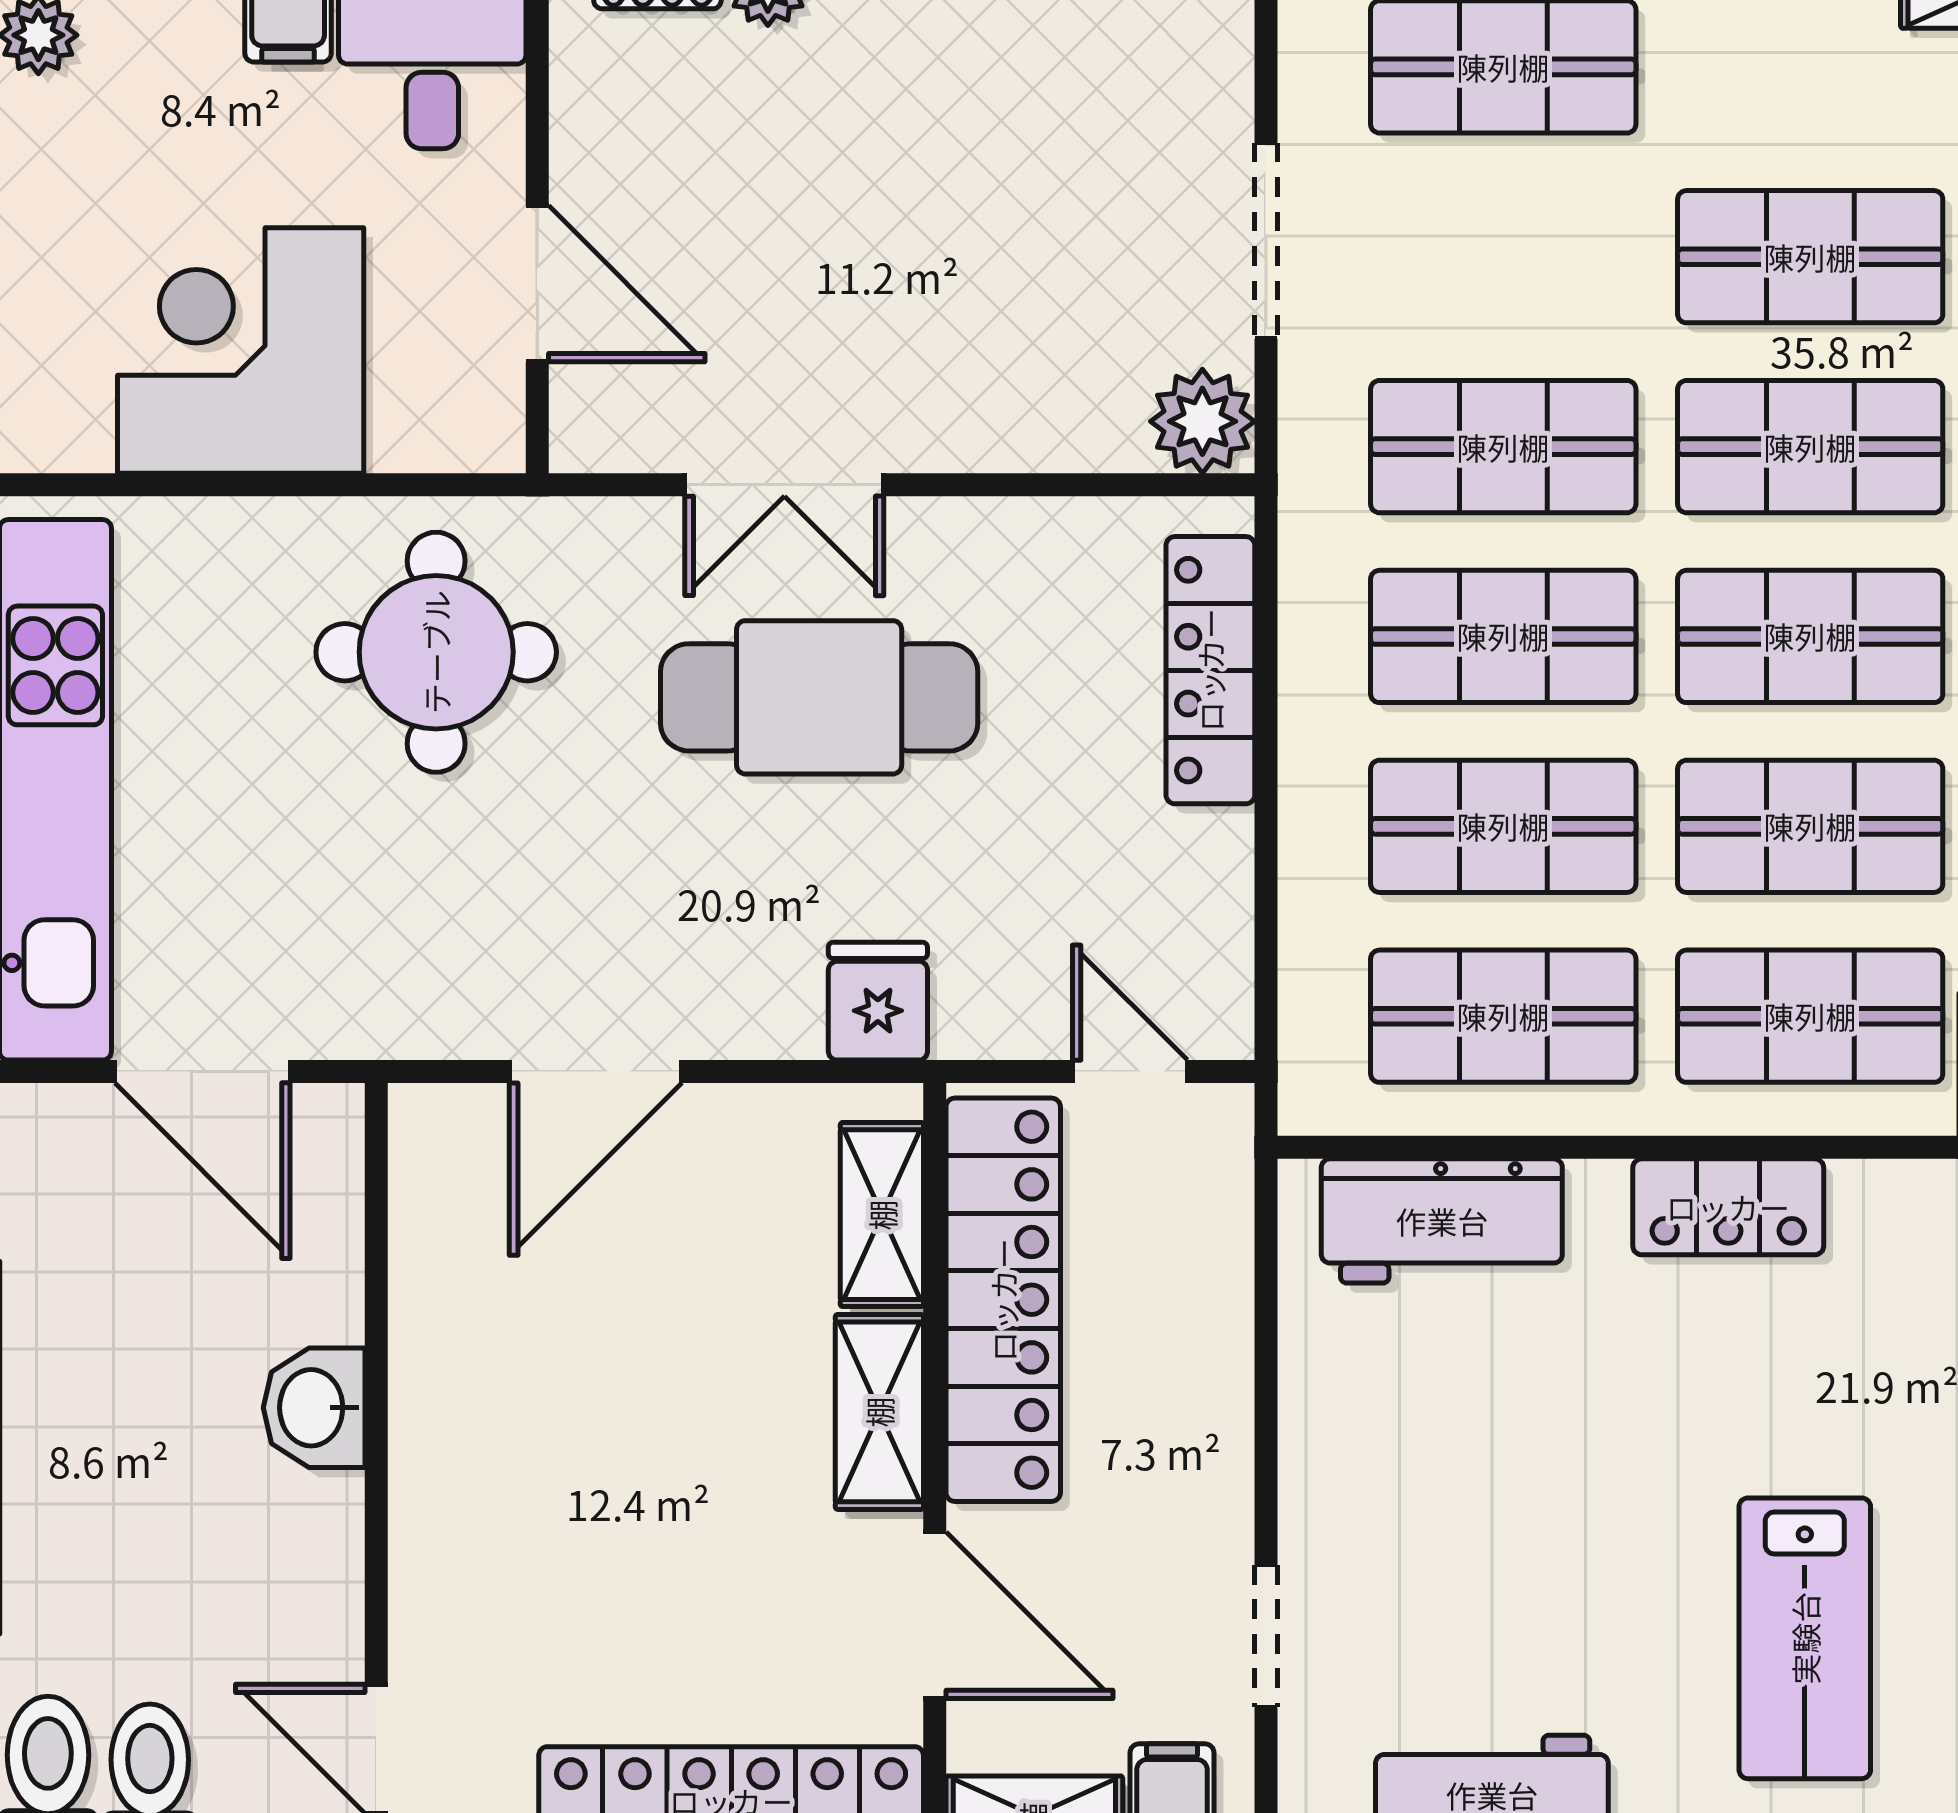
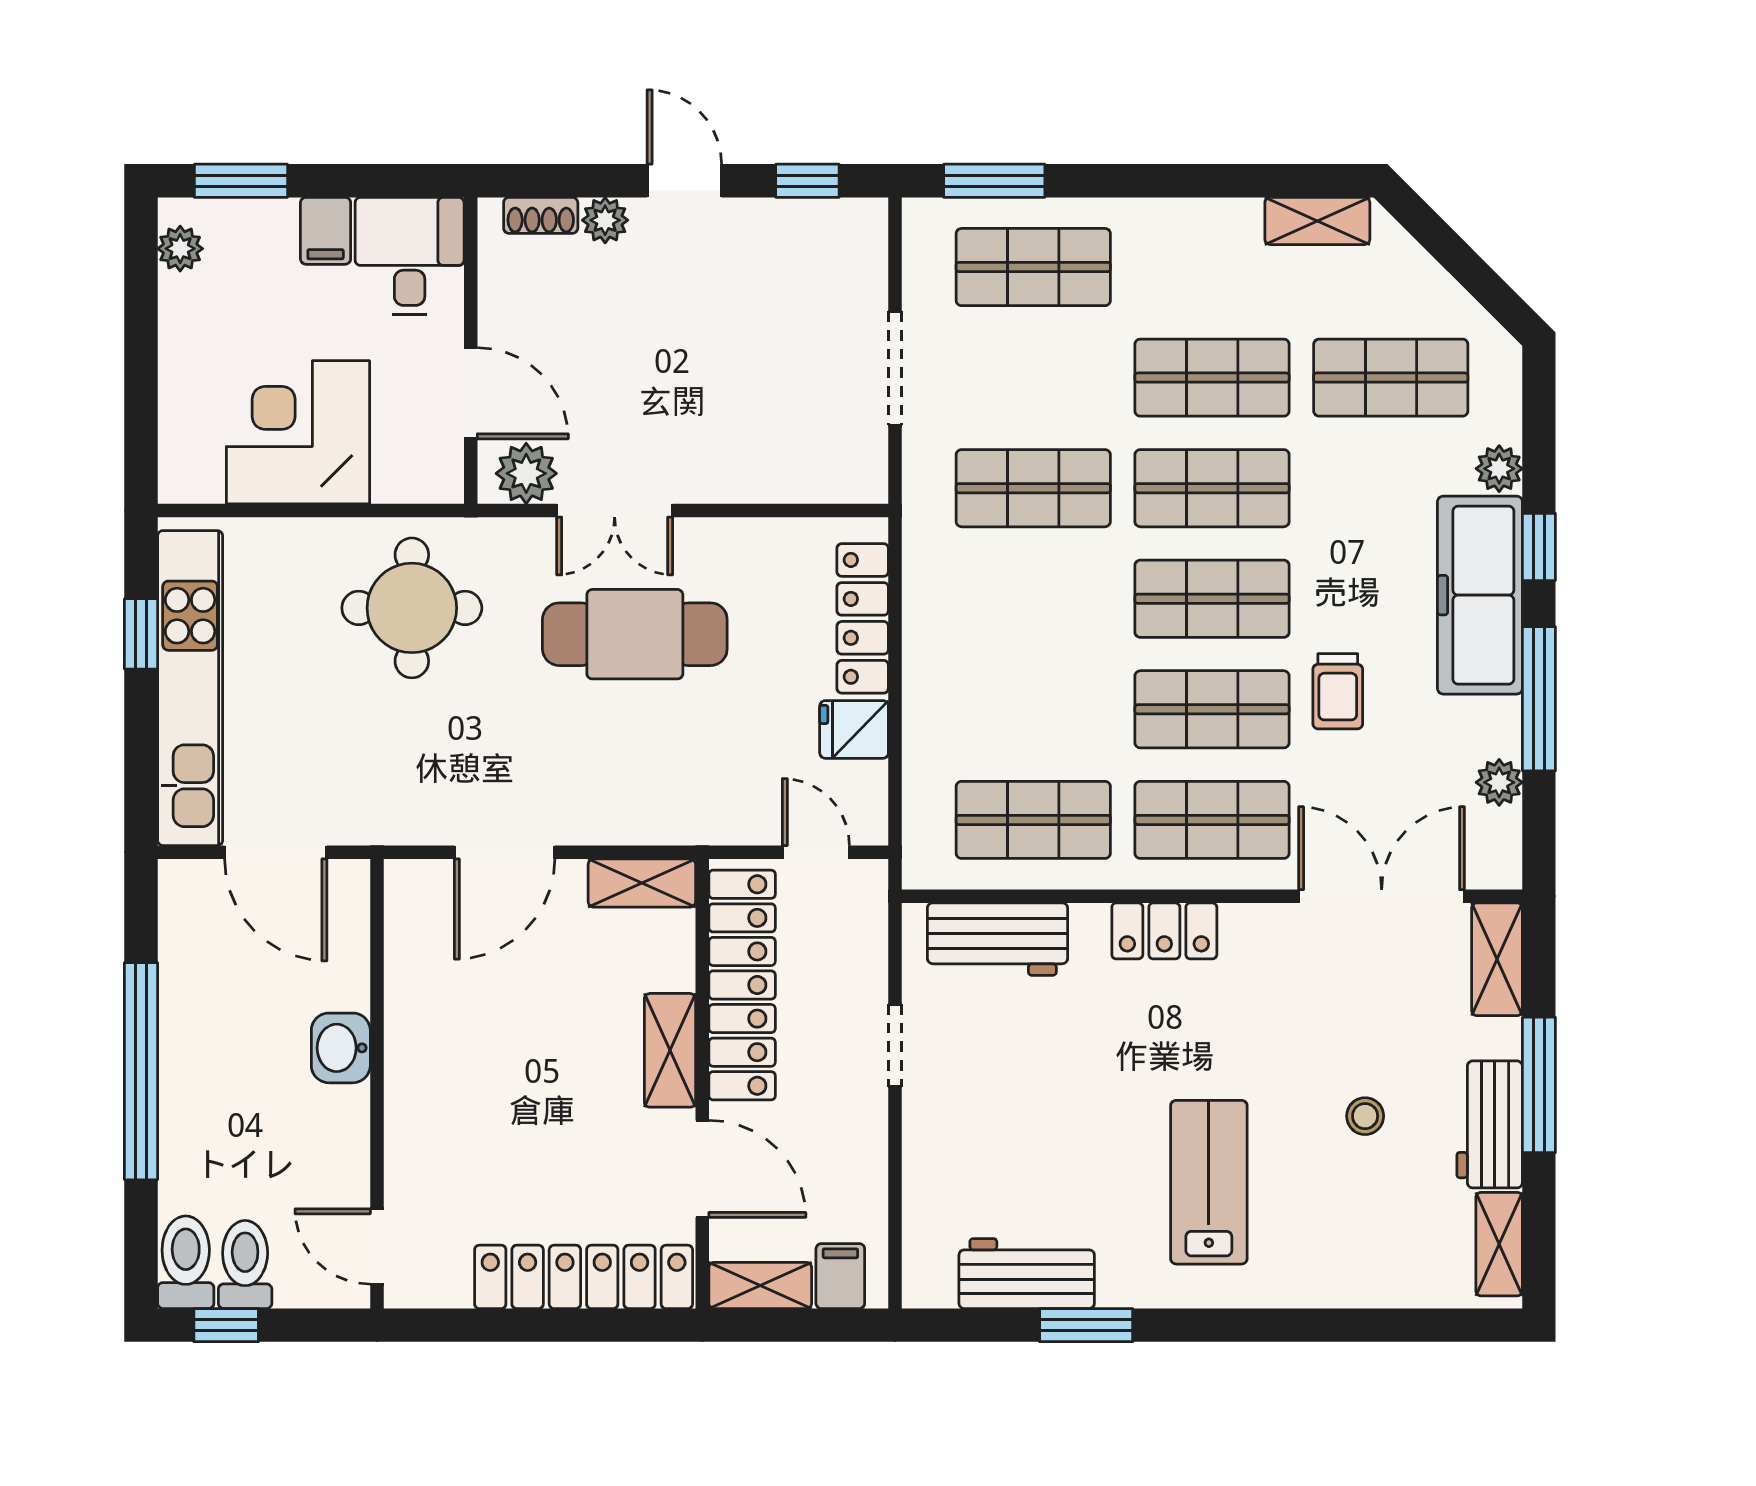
plant: (1202, 421) -> (526, 473), moved
shop shelf: (1503, 636) -> (1033, 599), removed
shop shelf: (1503, 826) -> (1033, 709), removed
fridge: (878, 1001) -> (854, 729), moved, turned -90
shelving: (882, 1215) -> (642, 883), moved, turned 90
doorway: (1266, 1636) -> (895, 1045), moved
lab bench: (1805, 1638) -> (1209, 1182), turned 180

